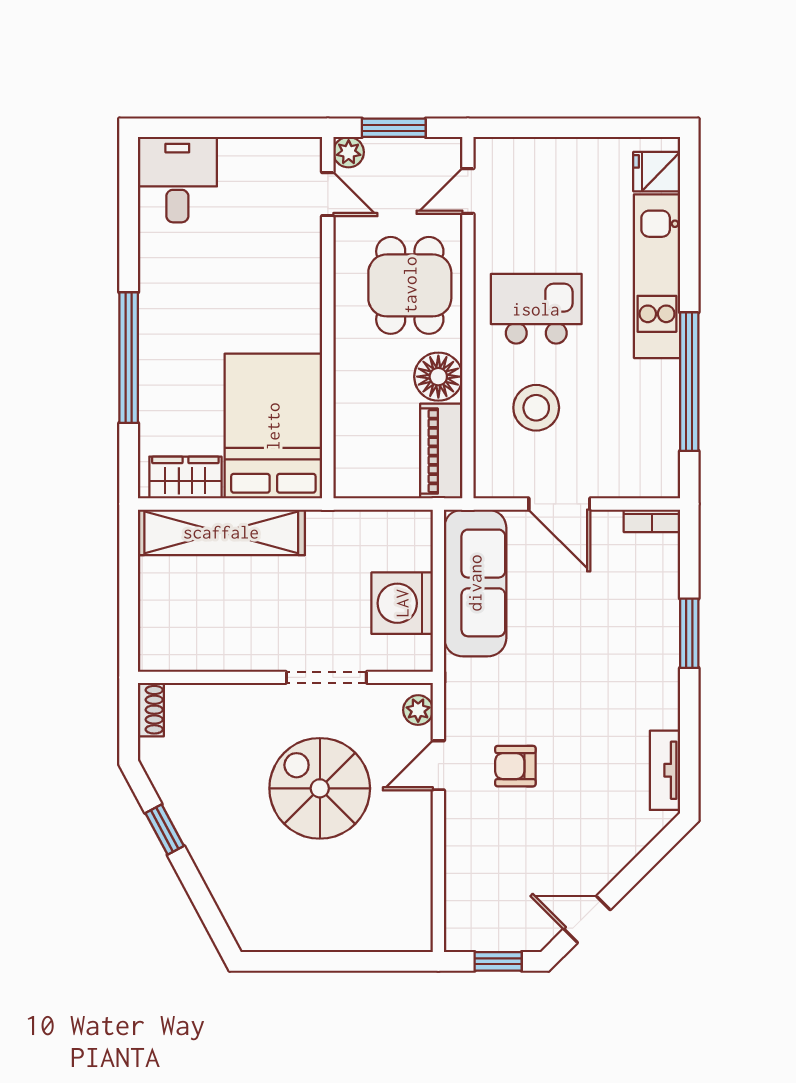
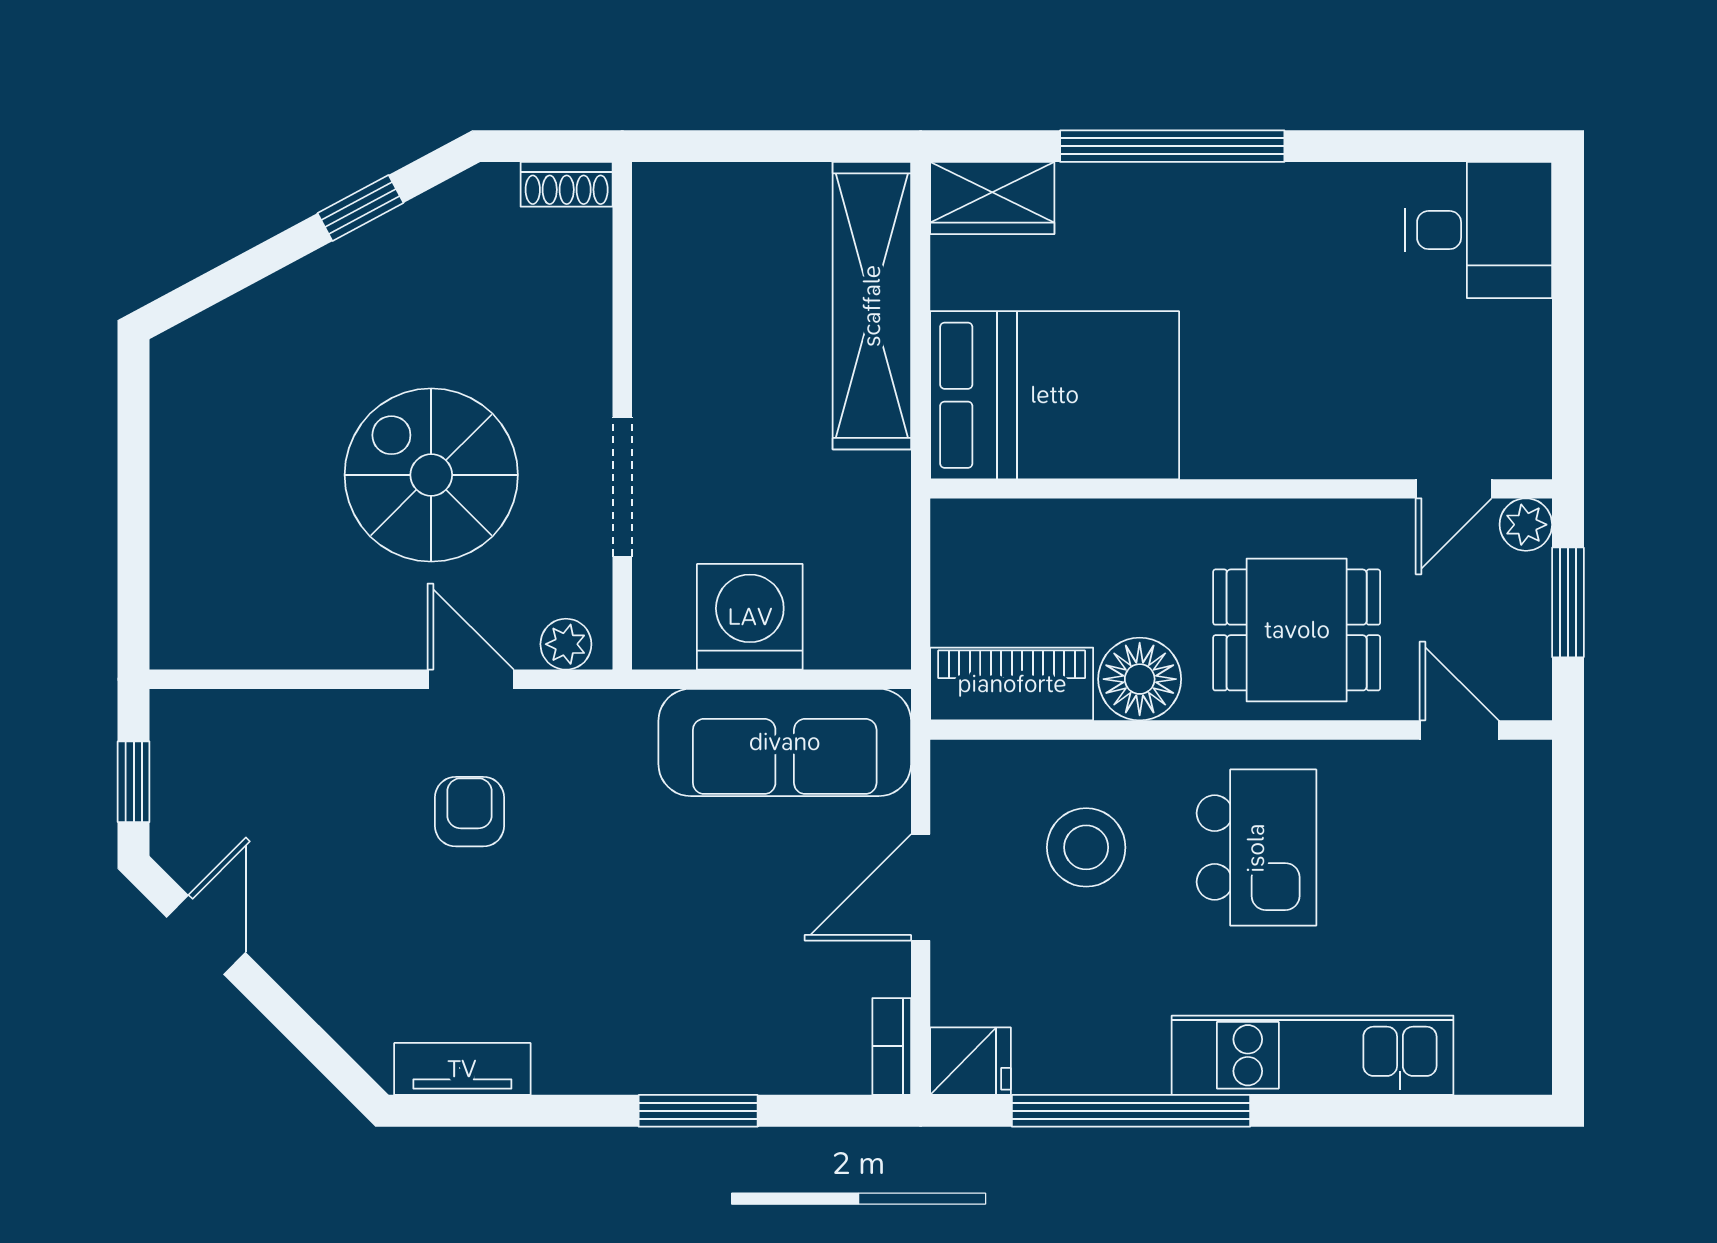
fridge: (657, 172) -> (970, 1061), moved, turned 90
wardrobe: (185, 477) -> (992, 198), moved, turned 90
spiral stairs: (320, 788) -> (431, 475), turned -90

